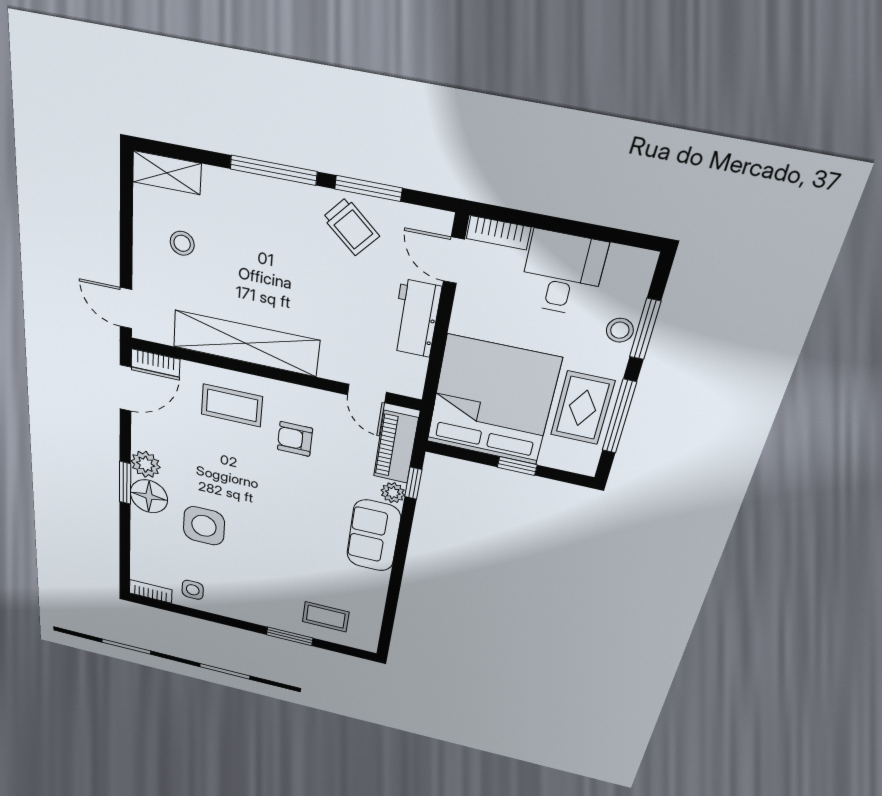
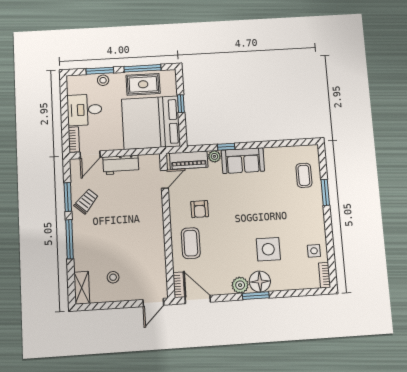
shelving: (246, 343) -> (155, 241), removed
window: (413, 483) -> (226, 147), moved

